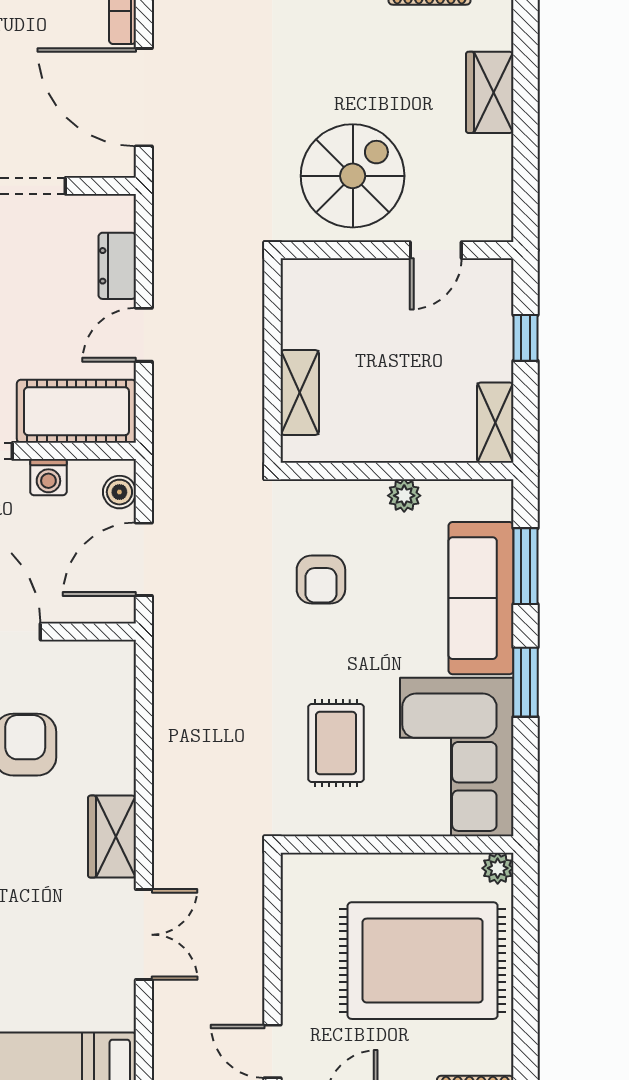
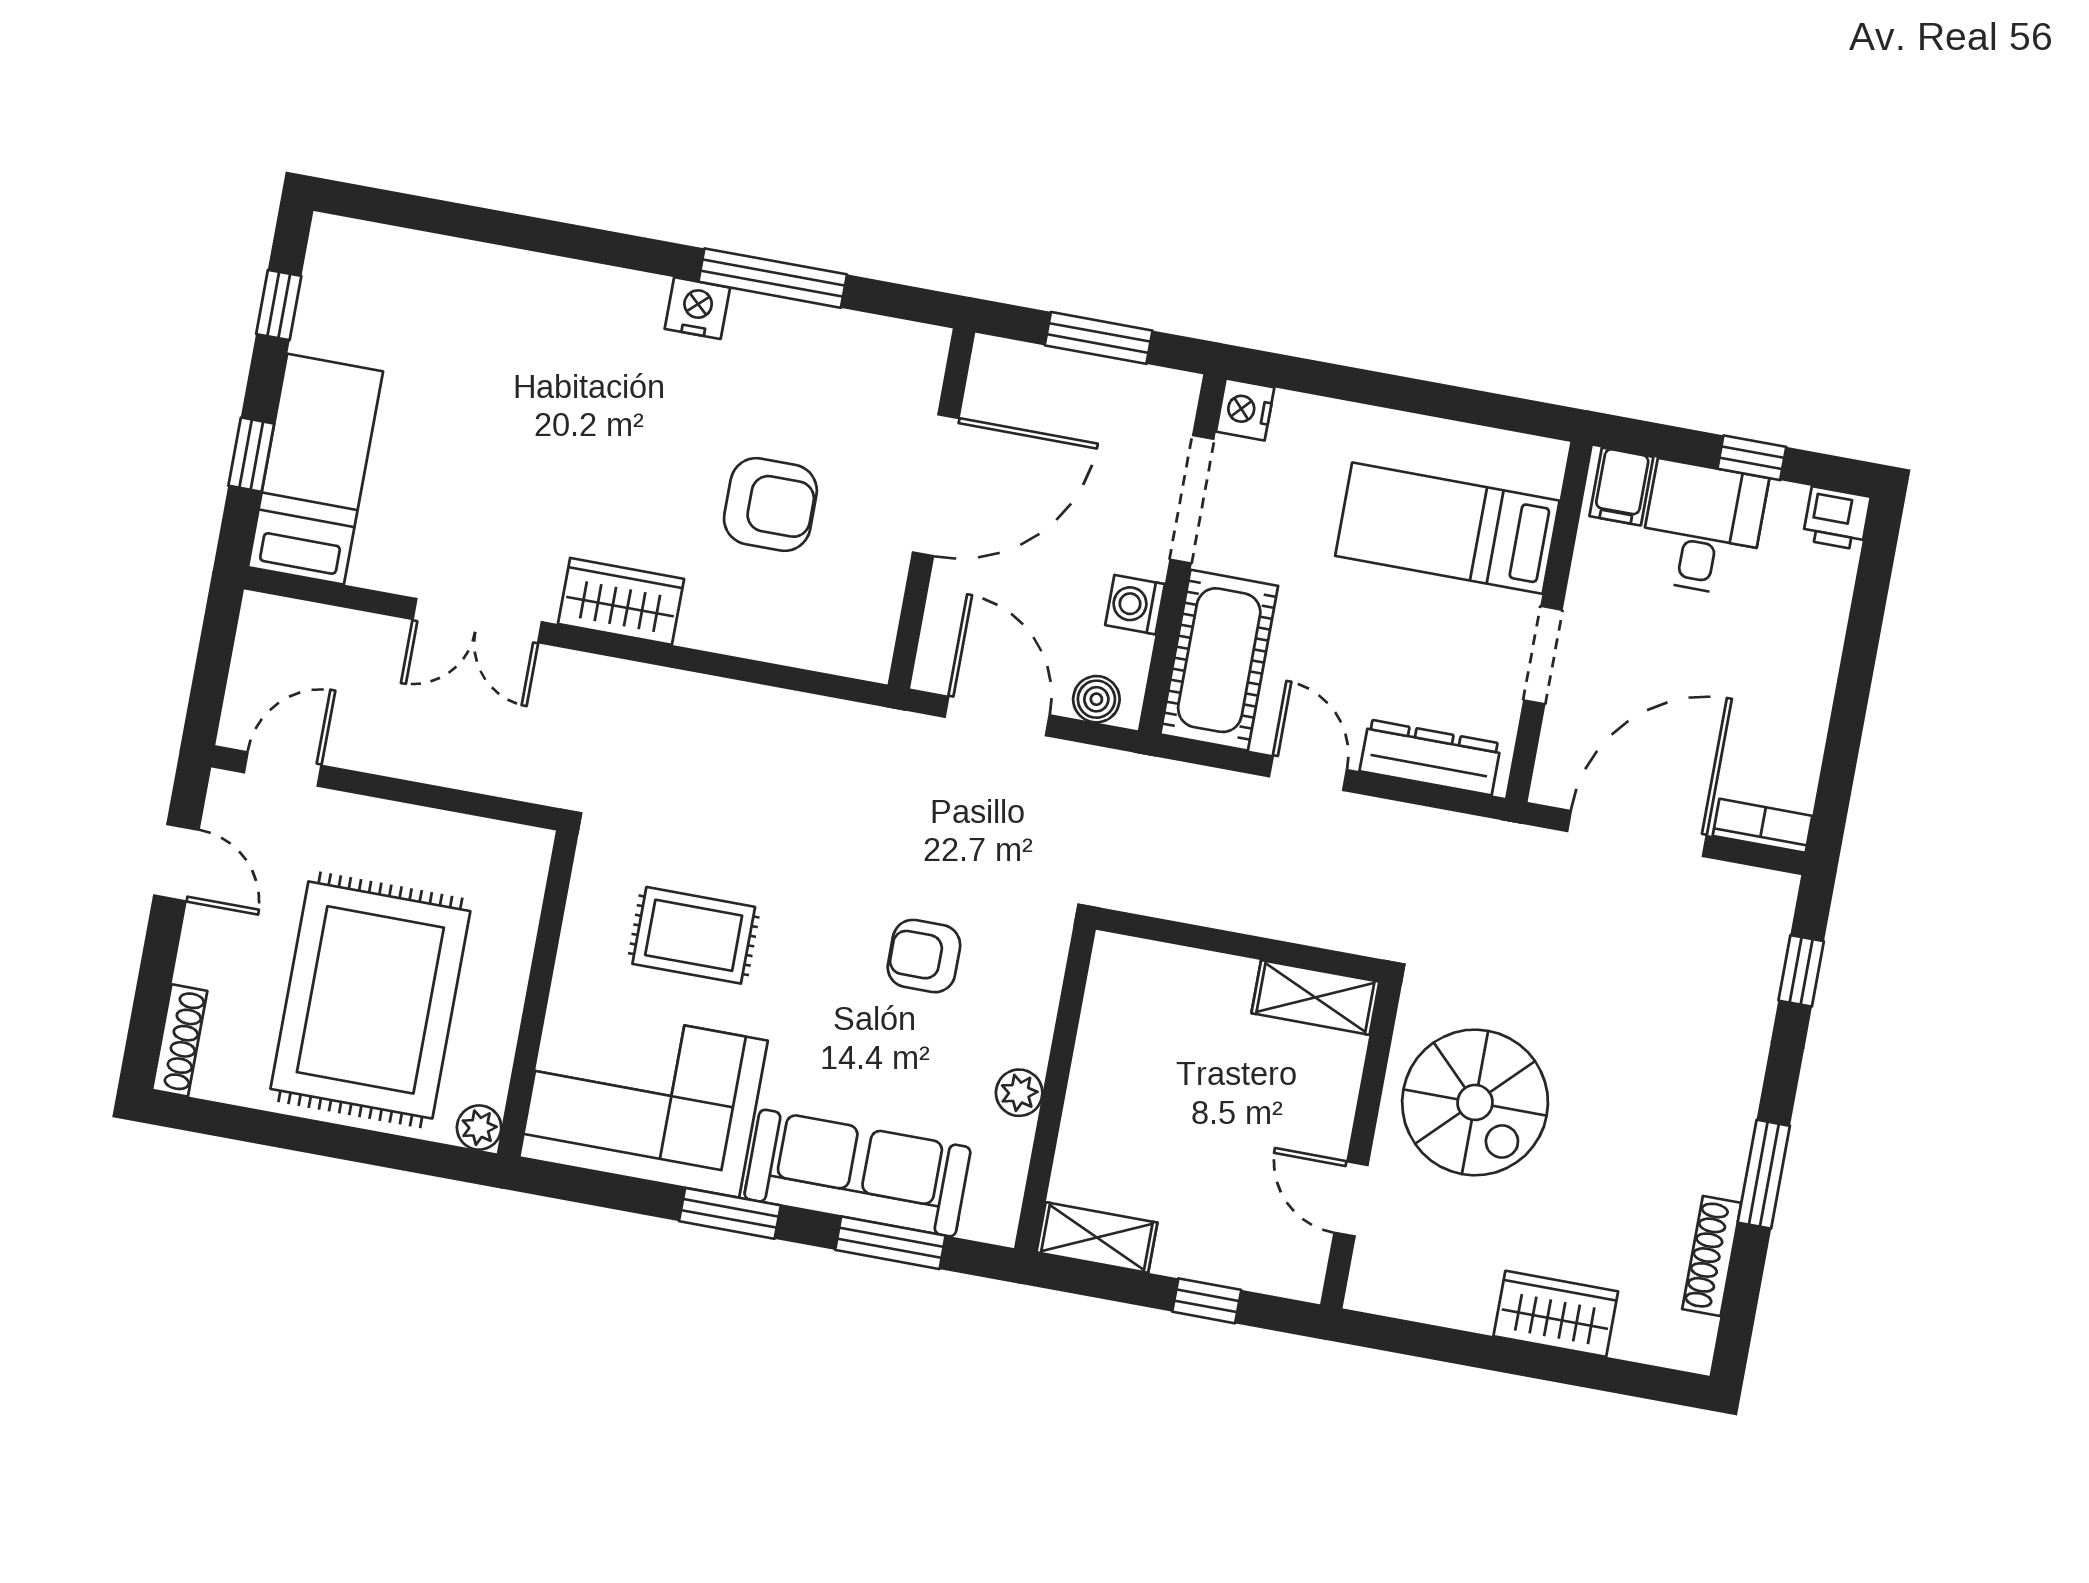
dresser: (117, 266) -> (1430, 757), width x1.44
shelving: (300, 393) -> (1315, 997), moved

